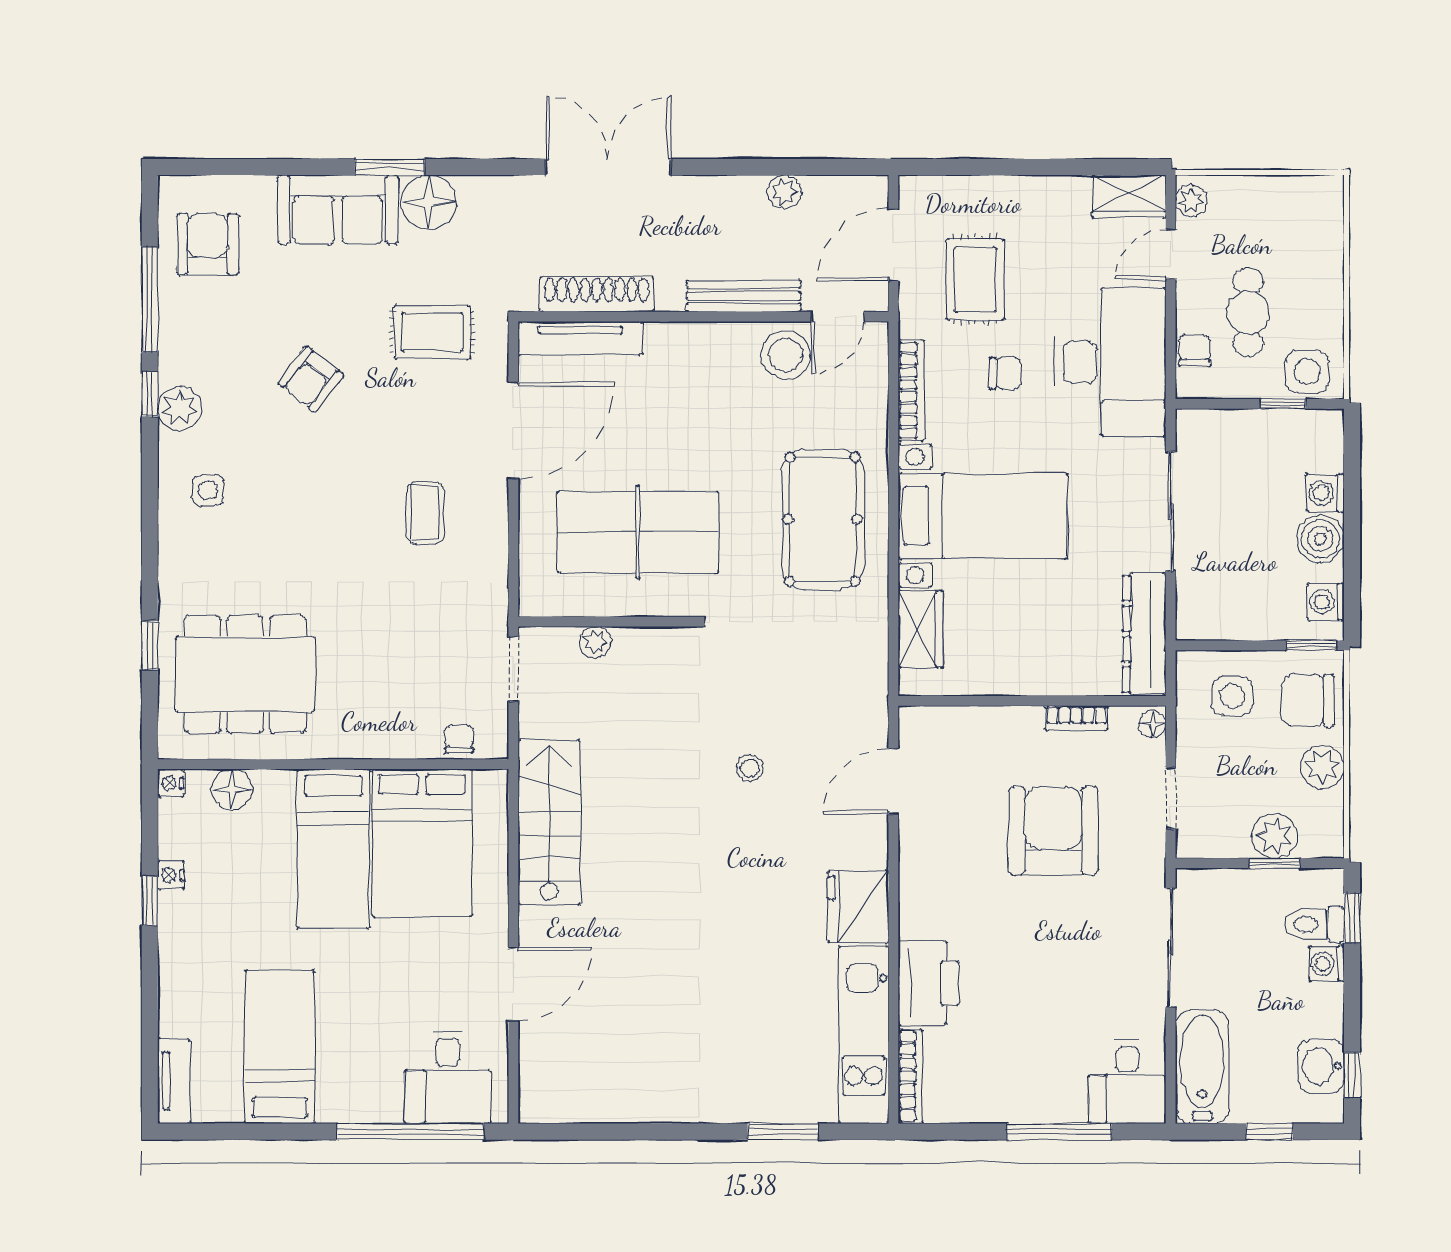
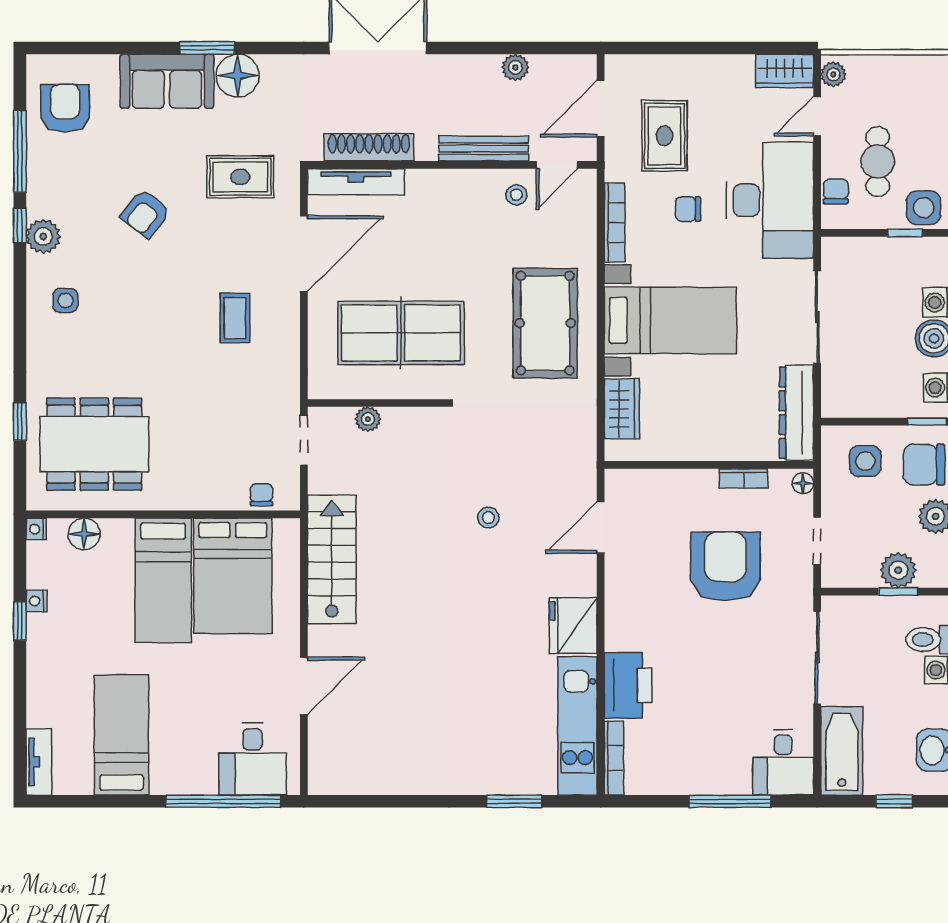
stool: (786, 355) -> (516, 195), width x0.53, depth x0.53
chair: (1005, 373) -> (688, 209), turned 180

